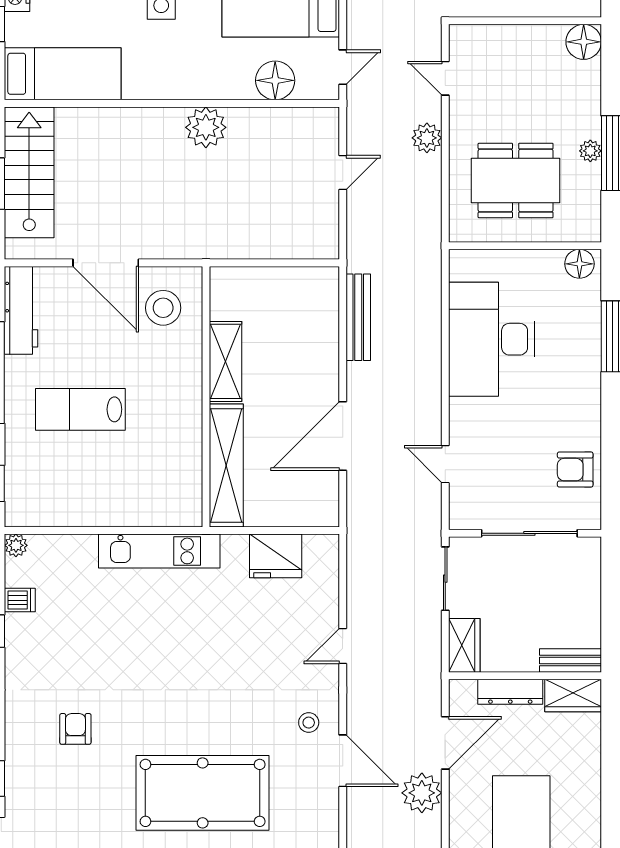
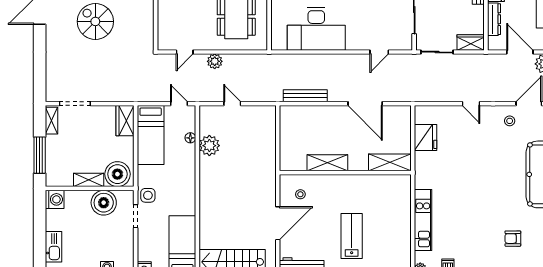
floor lamp: (275, 80) -> (190, 138), width x0.53, depth x0.53
plant: (206, 127) -> (209, 146), moved
stool: (163, 308) -> (300, 194), width x0.53, depth x0.53
lab bench: (80, 409) -> (352, 236), turned 180
shelving: (226, 465) -> (390, 162), width x0.68
kitchen unit: (159, 551) -> (423, 220), moved

